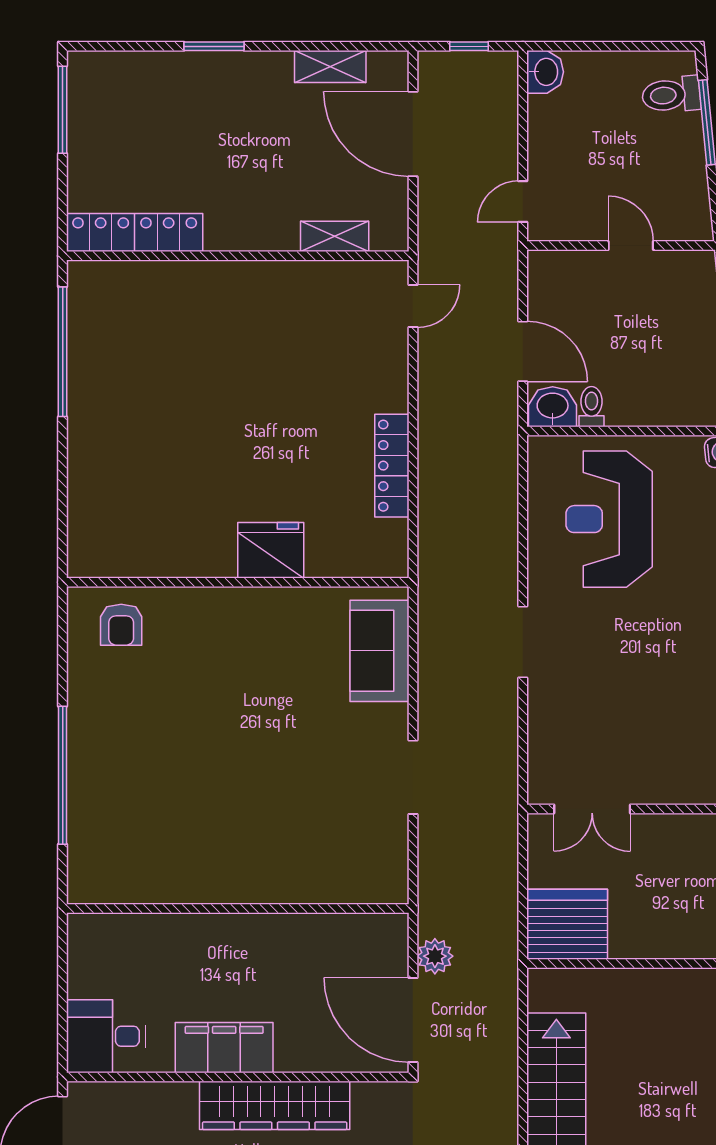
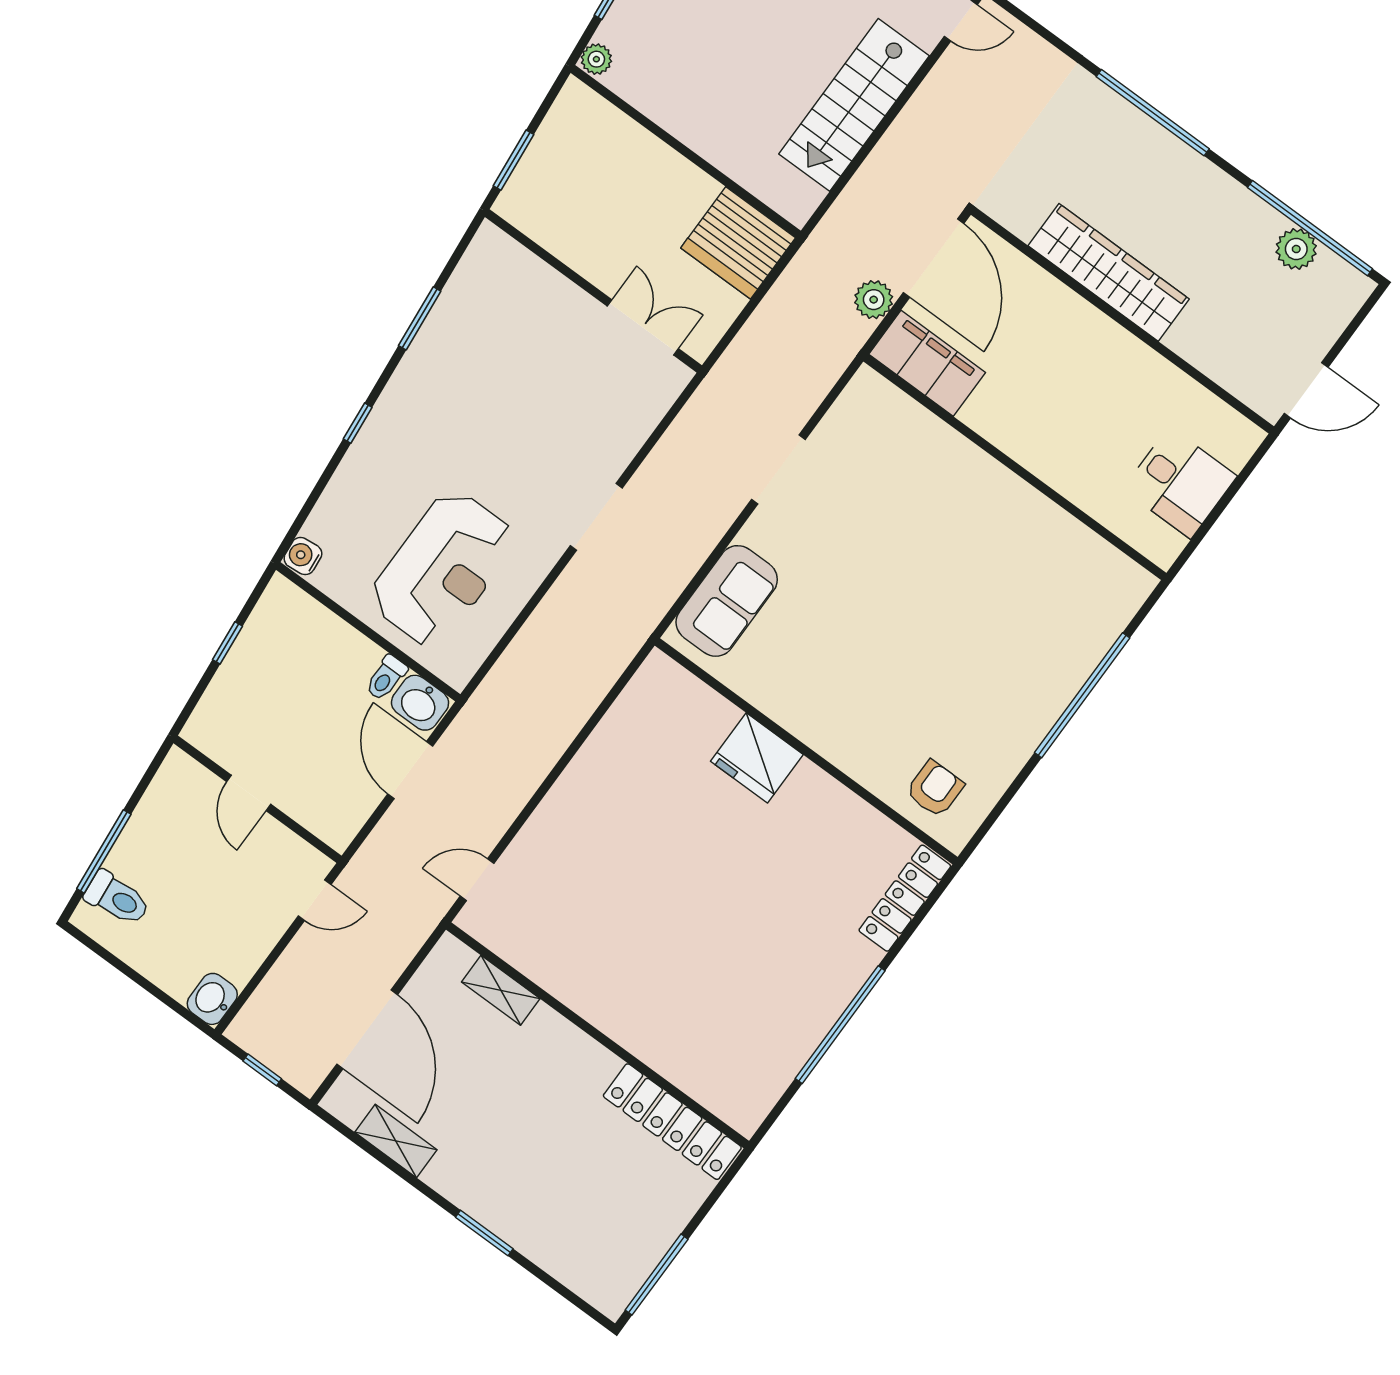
window: (63, 352) -> (840, 1025), moved
locker: (392, 466) -> (905, 898), moved, turned 180
desk: (106, 1036) -> (1180, 483), moved
filing cabinet: (224, 1048) -> (927, 363), moved, turned 180

